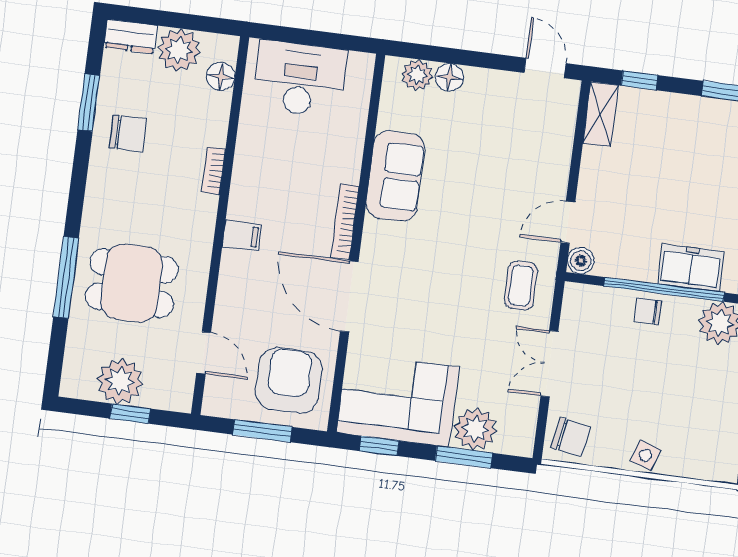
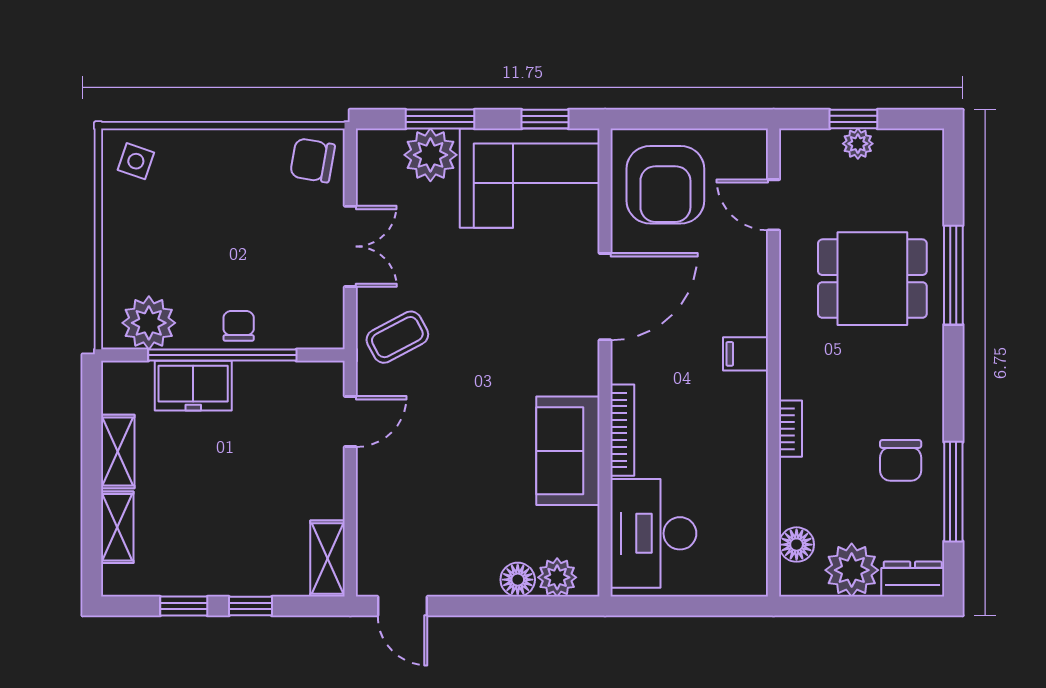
desk: (300, 79) -> (653, 533), moved, turned 90
window: (639, 80) -> (250, 606), moved
window: (89, 103) -> (953, 492), width x1.44
chair: (128, 133) -> (901, 460), turned -90
bookcase: (345, 221) -> (622, 430), moved
boiler: (581, 261) -> (328, 377), removed
coffee table: (521, 286) -> (397, 337), turned 62
door: (349, 296) -> (605, 297), hinge flipped
chair: (648, 311) -> (239, 326), turned -90
plant: (120, 381) -> (858, 144), width x0.53, depth x0.53
window: (262, 431) -> (690, 119), removed
side table: (645, 455) -> (136, 161), moved

